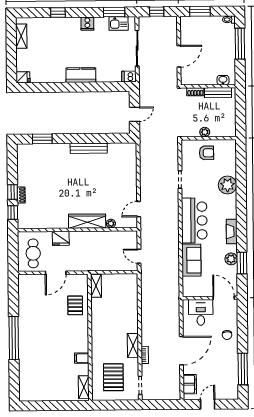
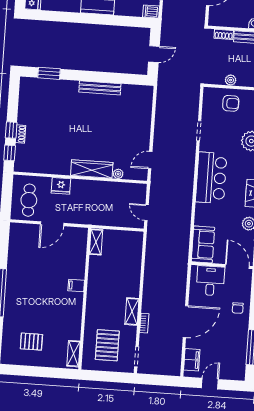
sofa: (191, 260) -> (203, 244), moved
pallet: (75, 305) -> (31, 342), moved, turned 90
filing cabinet: (82, 358) -> (76, 285), moved

